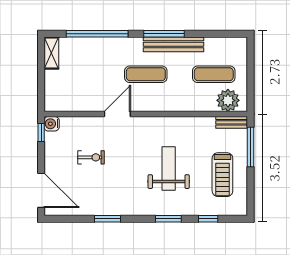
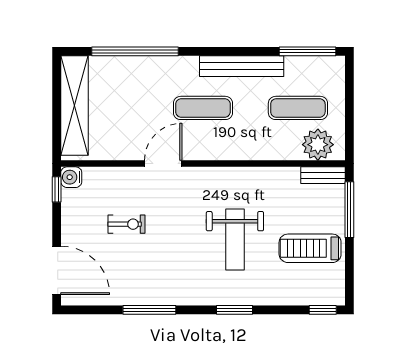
window: (164, 34) -> (307, 51), moved
shelving: (51, 53) -> (74, 105), width x2.20, depth x1.33
weight bench: (169, 168) -> (235, 240), turned 180
treadmill: (222, 175) -> (310, 248), turned 90
window: (108, 219) -> (149, 310), width x1.44
window: (208, 219) -> (323, 310), moved

